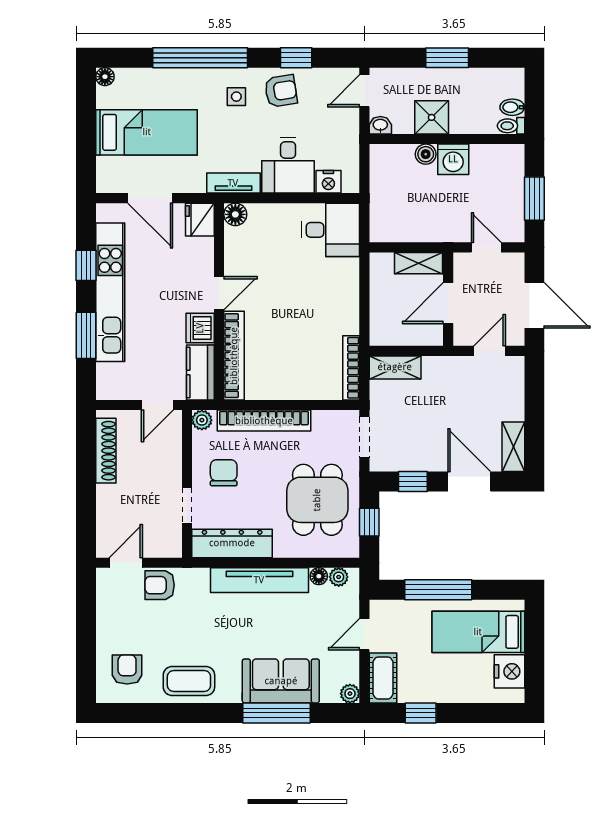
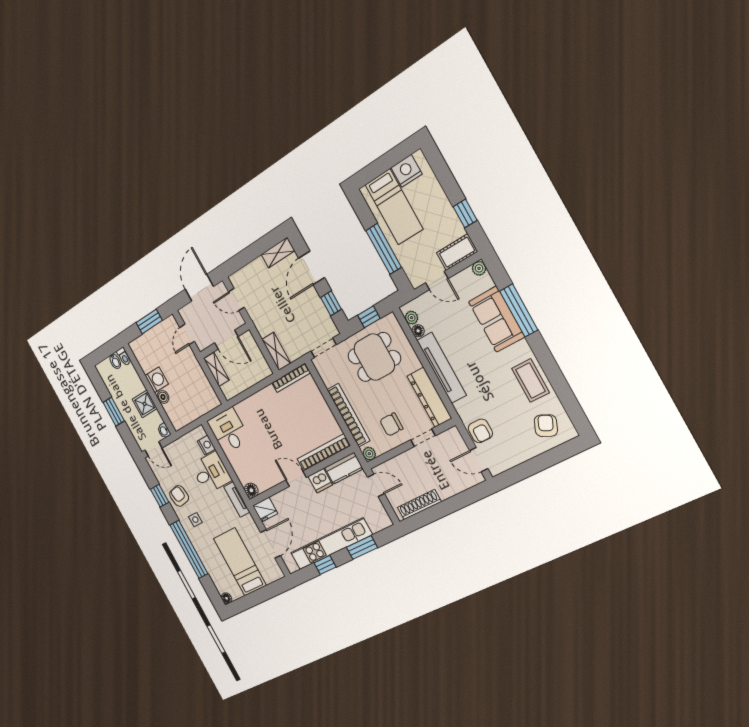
armchair: (127, 670) -> (546, 426), turned 114

